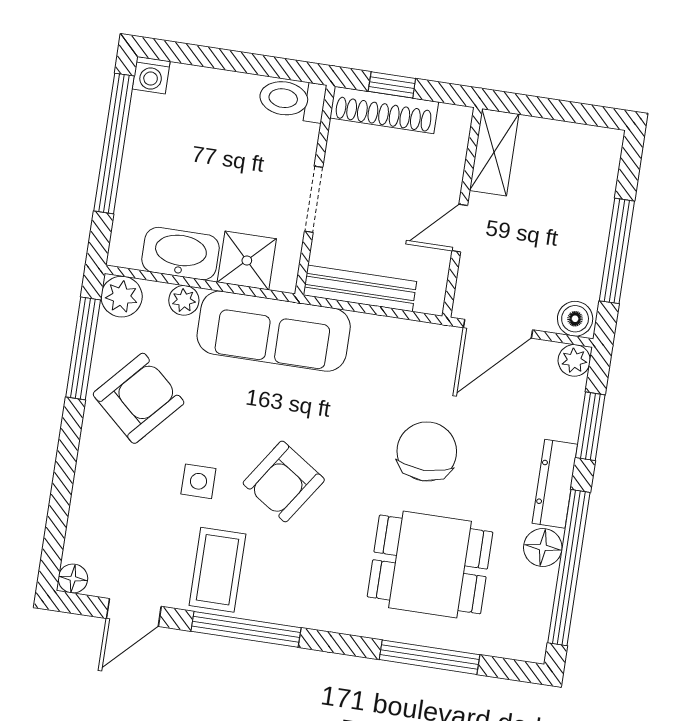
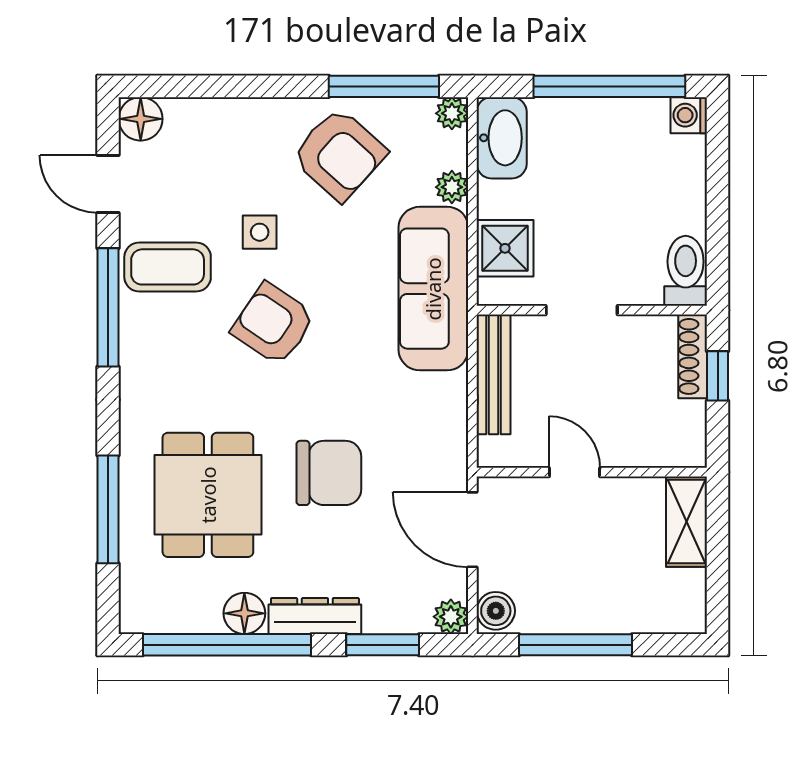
shoe rack: (384, 110) -> (693, 356), width x0.74, depth x0.81
shelving: (494, 152) -> (687, 522), moved, turned 90
washbasin: (180, 254) -> (502, 138), moved
plant: (122, 297) -> (452, 113), width x0.73, depth x0.73
floor lamp: (73, 579) -> (141, 119), width x1.37, depth x1.37

